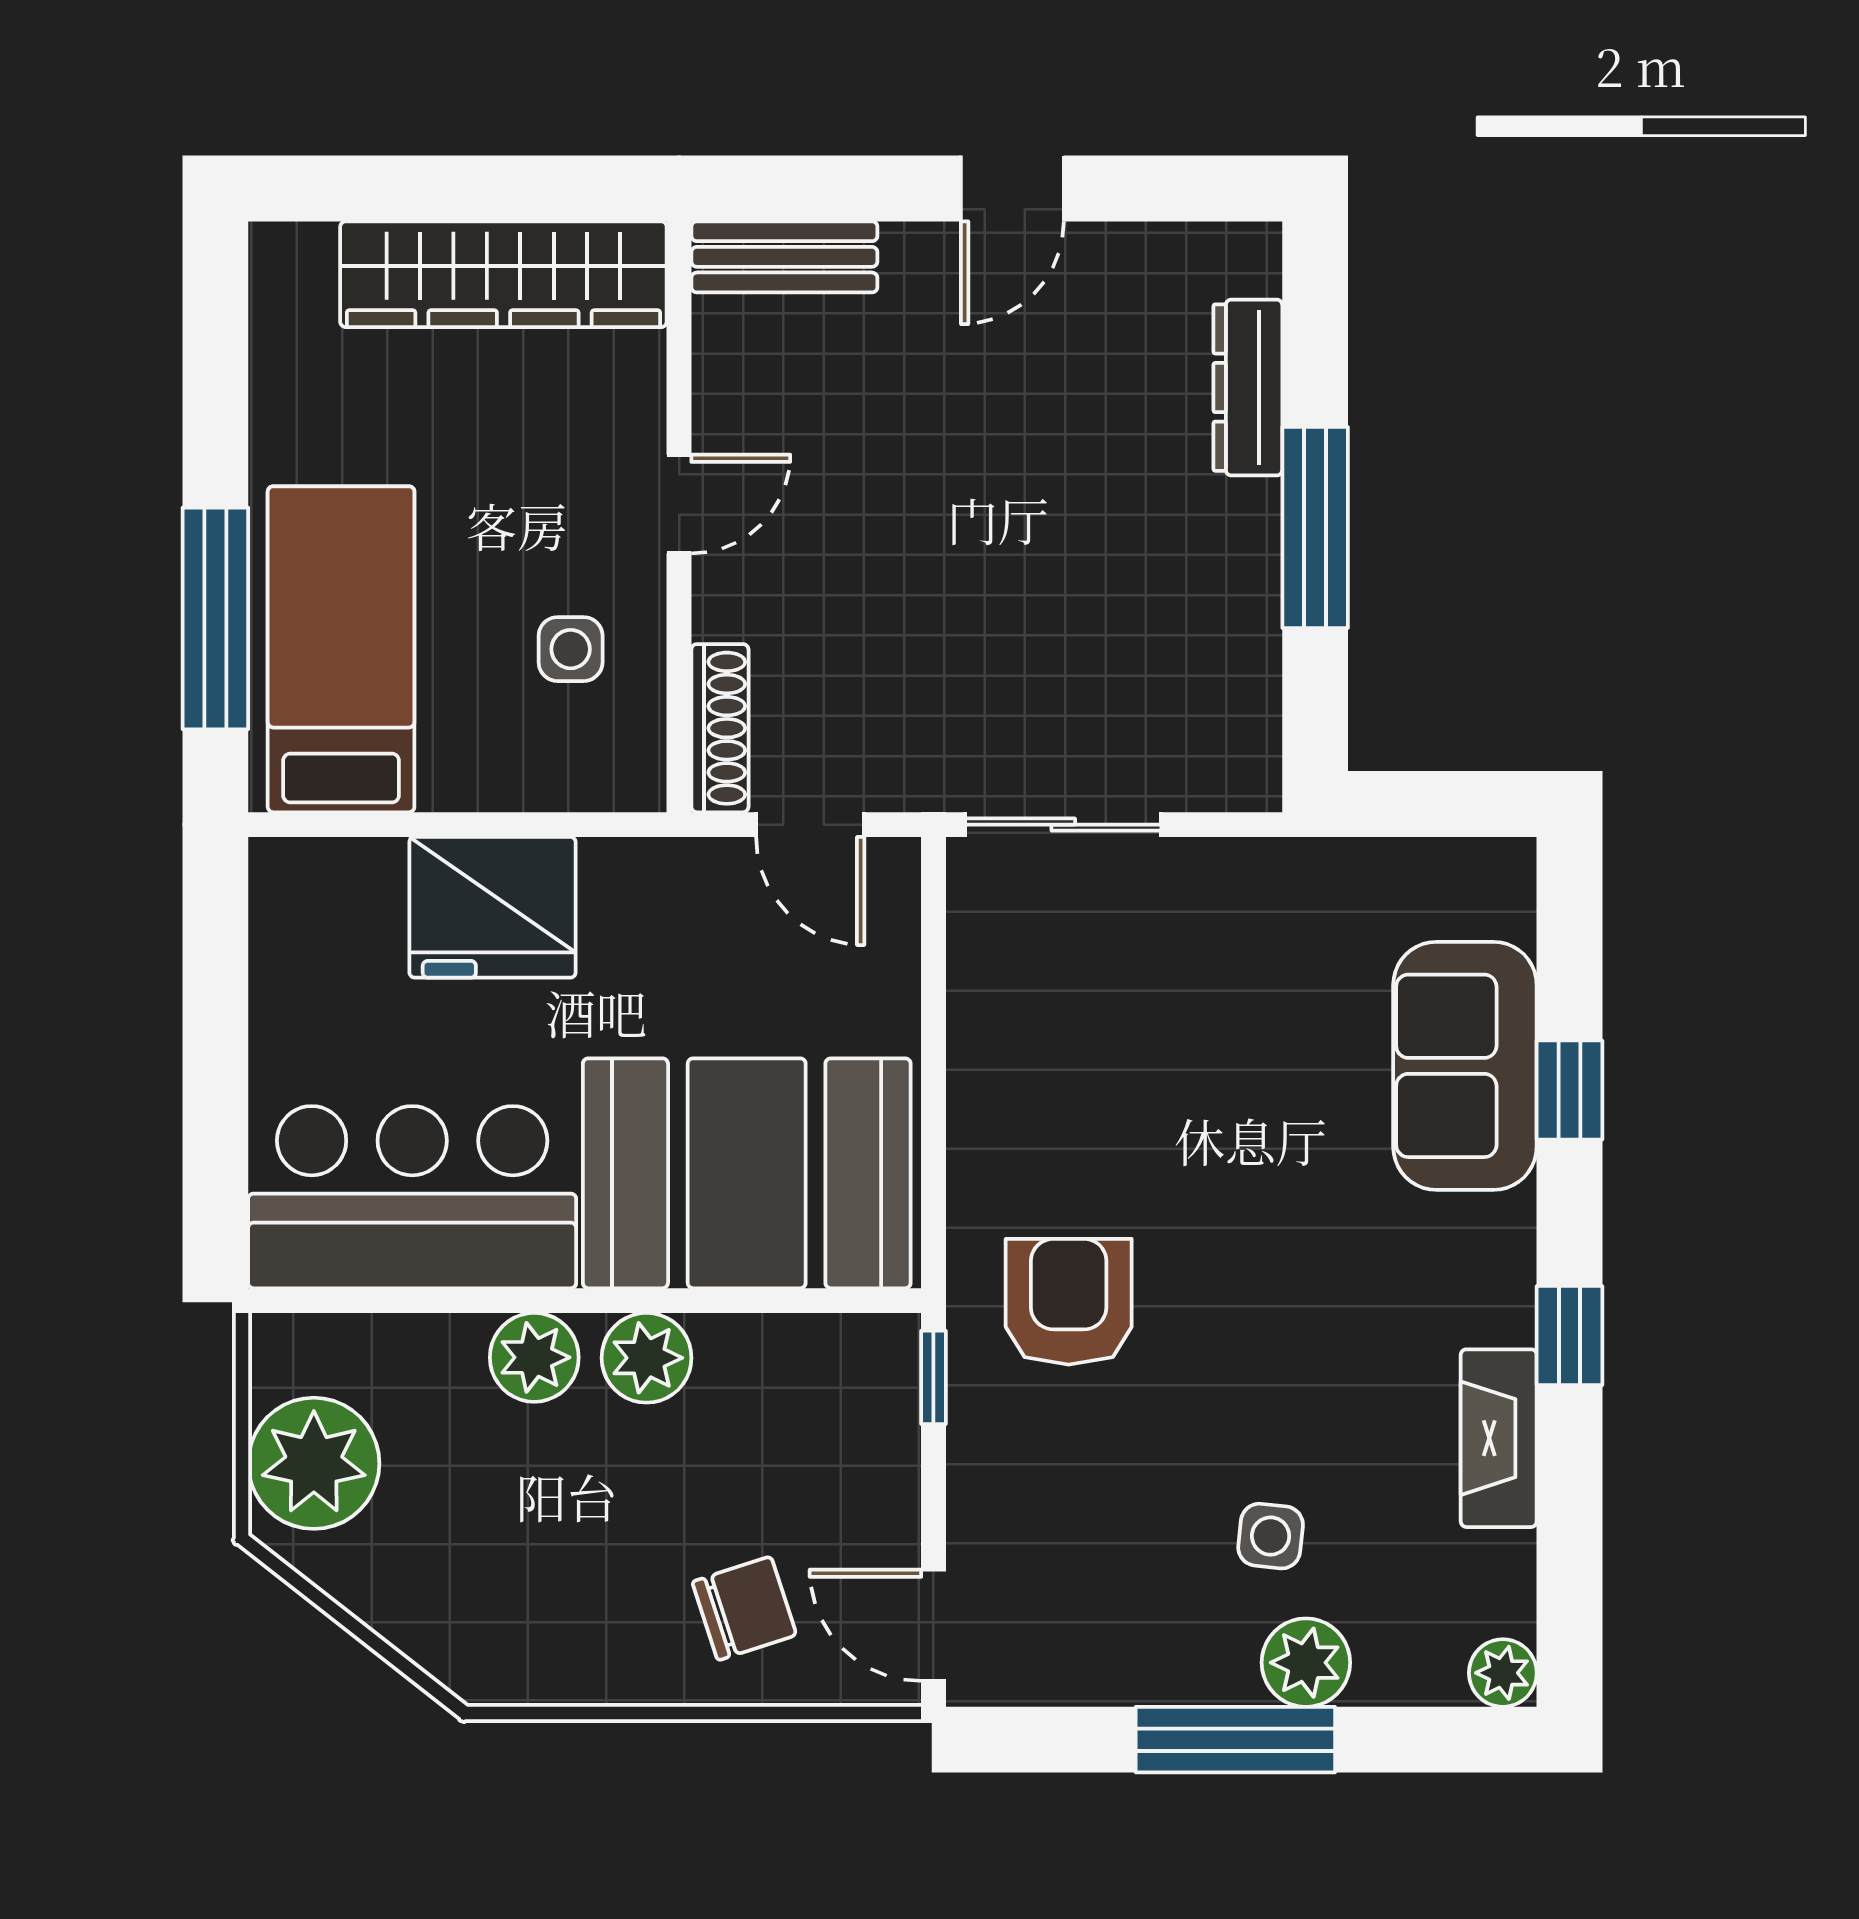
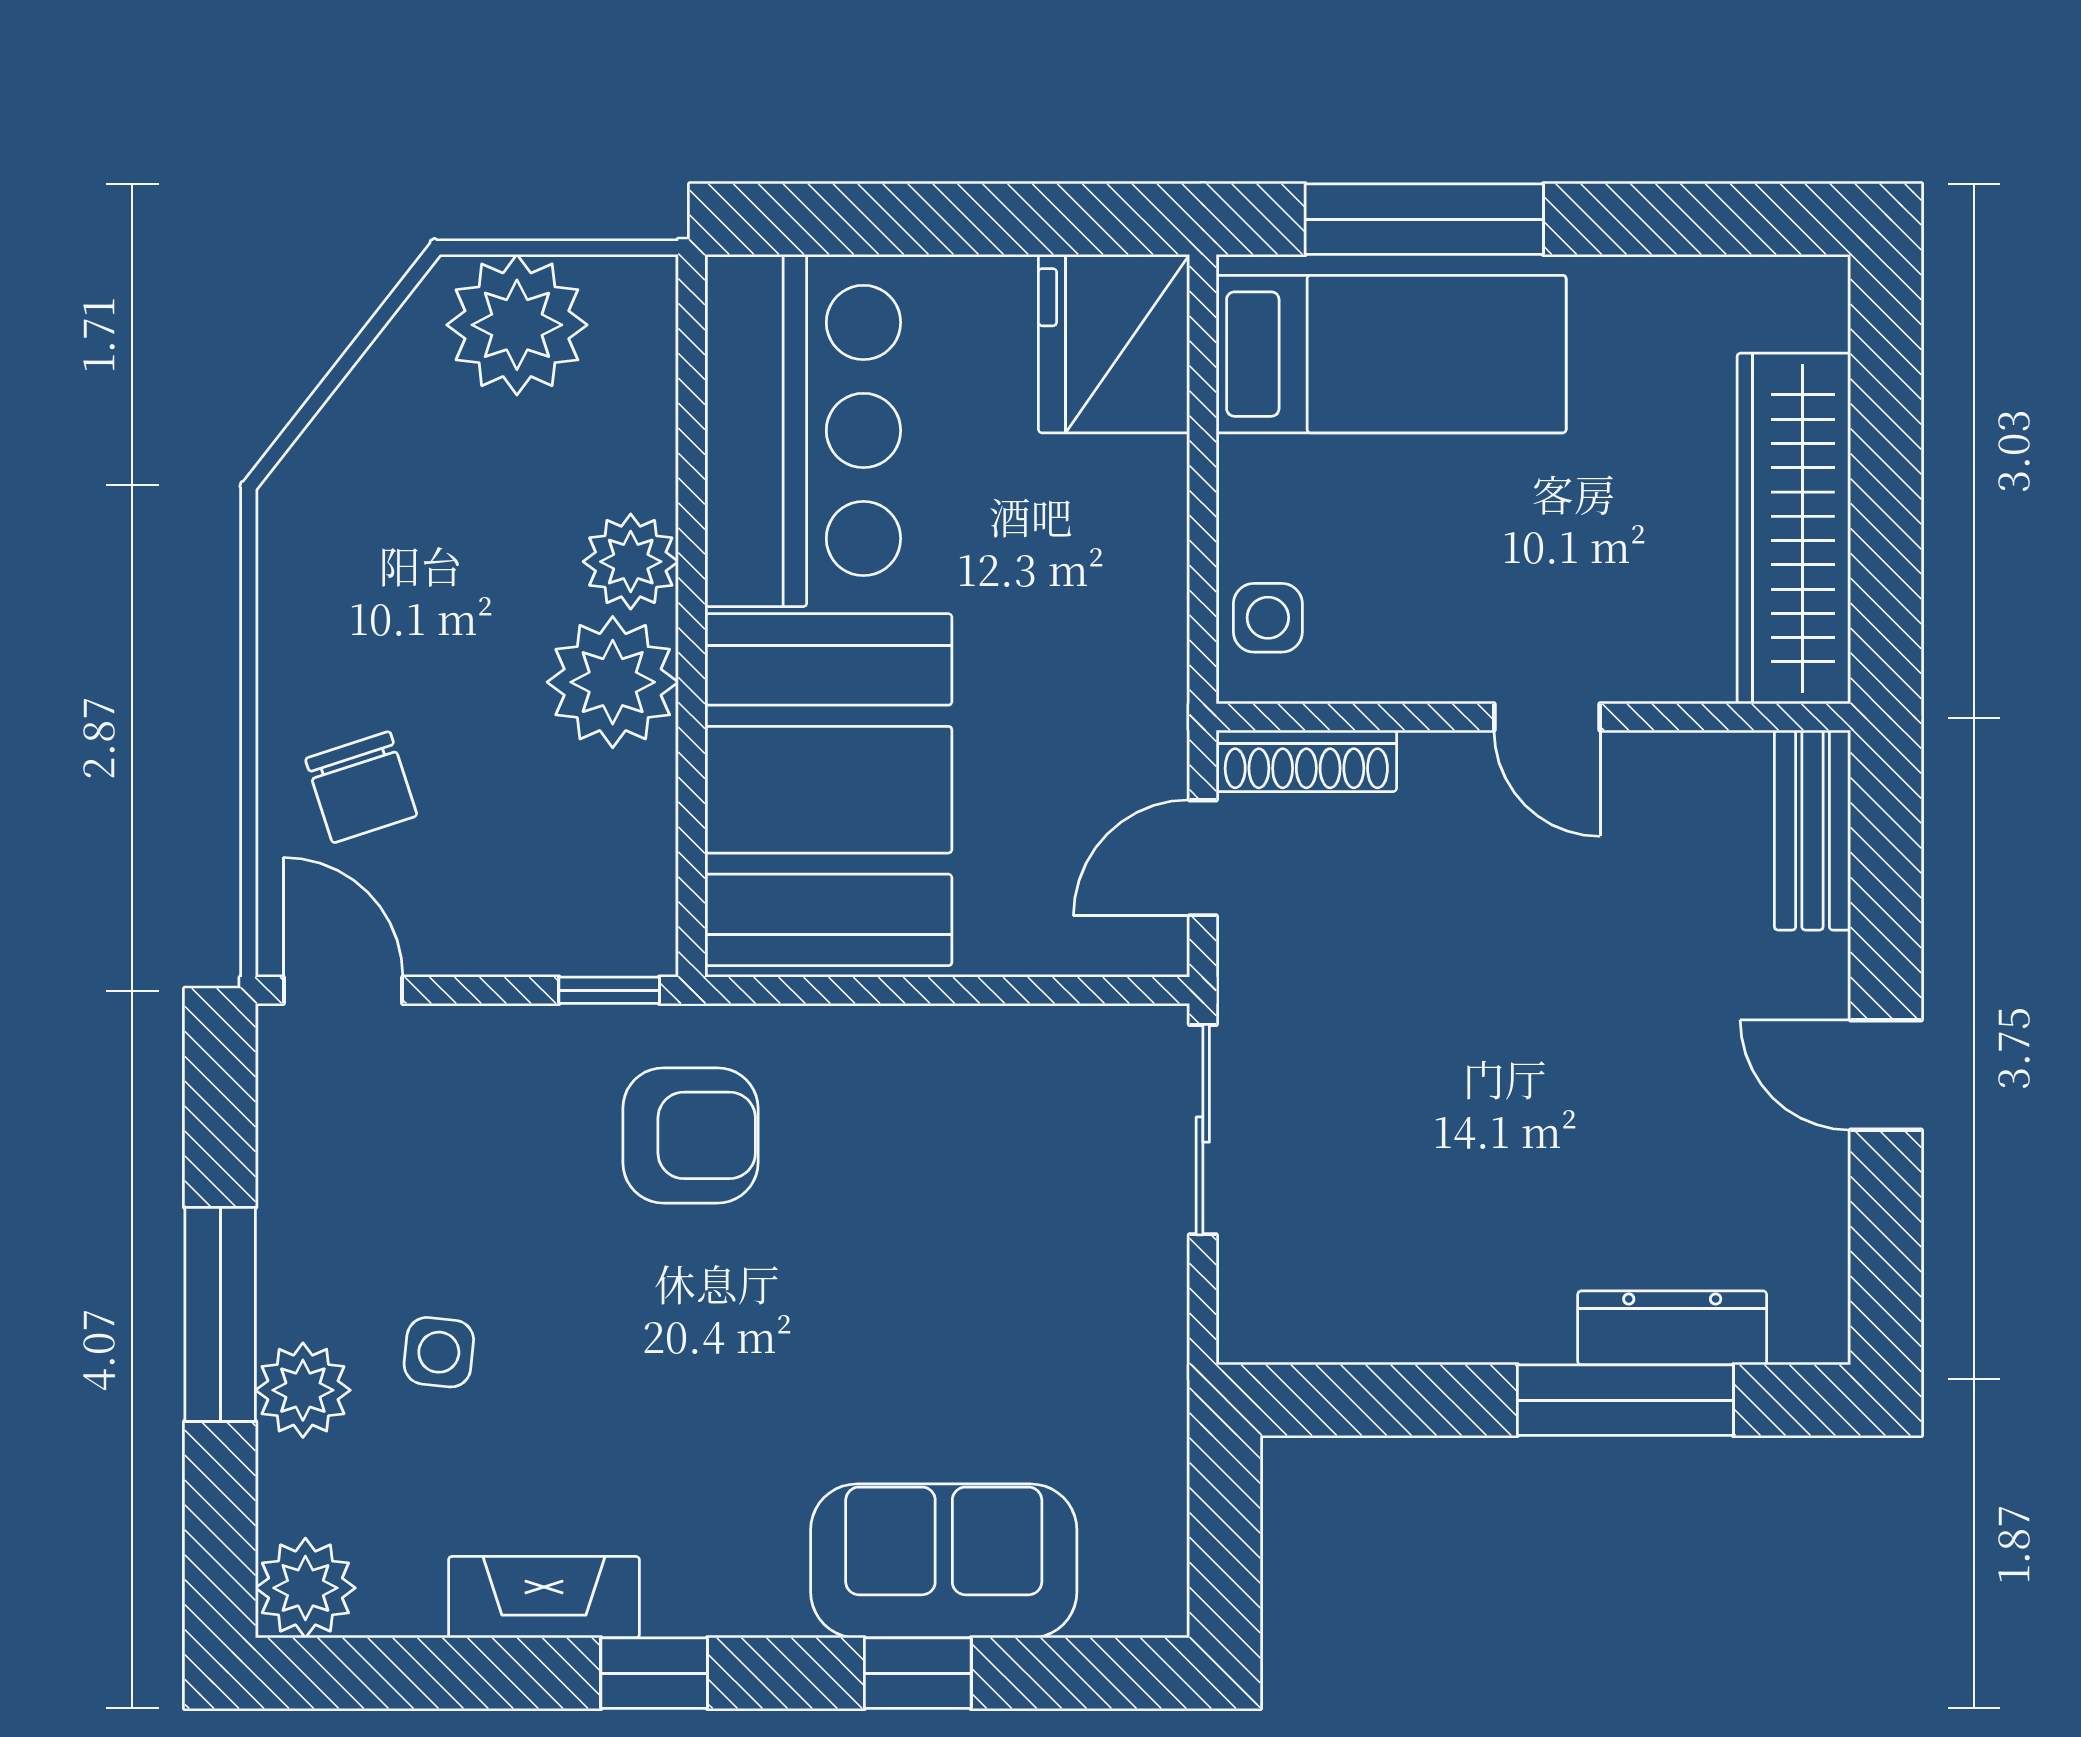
window: (1315, 528) -> (1625, 1400), moved
side table: (571, 649) -> (1268, 618), moved
fridge: (493, 907) -> (1114, 344), moved
plant: (647, 1358) -> (613, 682), width x1.36, depth x1.36
door: (933, 1625) -> (343, 990), hinge flipped
plant: (1503, 1673) -> (305, 1588), width x1.38, depth x1.38

